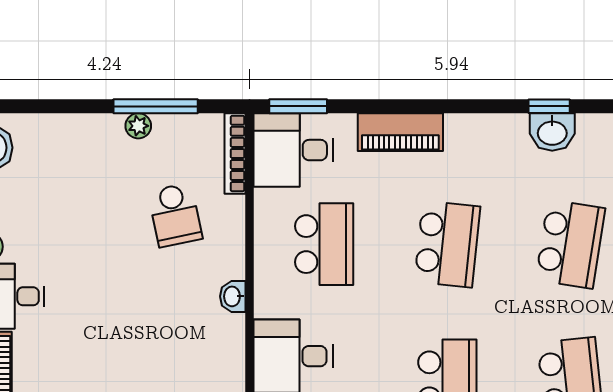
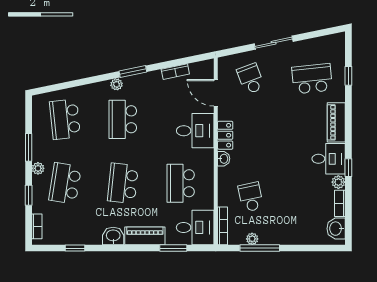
window: (298, 106) -> (173, 248), moved
plant: (138, 126) -> (252, 239), moved
washbasin: (552, 132) -> (113, 236), moved
locker: (229, 346) -> (225, 135), added

